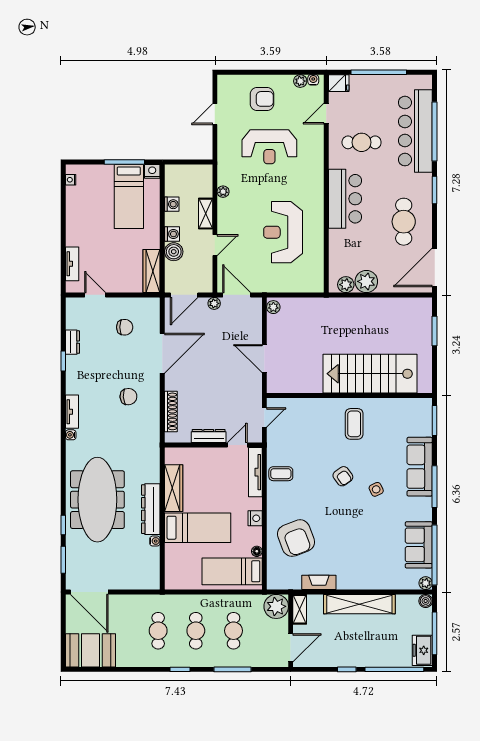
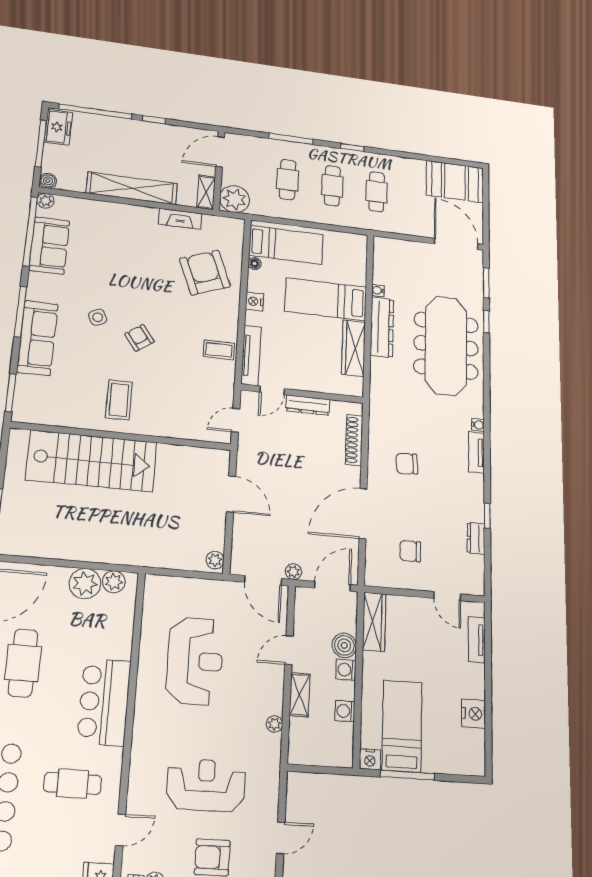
nightstand: (71, 180) -> (473, 714), moved, width x1.89, depth x1.79

